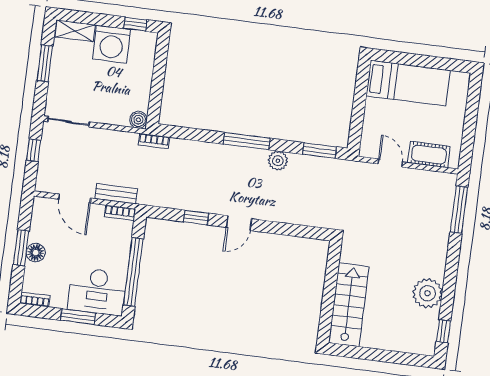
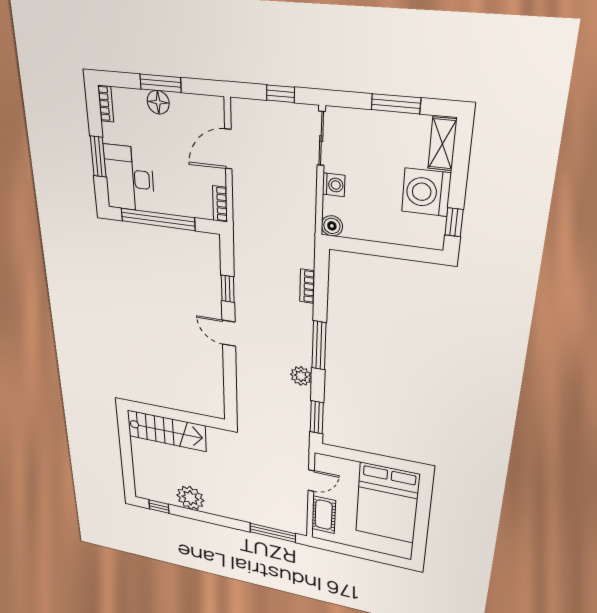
bed: (408, 83) -> (387, 503), width x1.50
washing machine: (105, 115) -> (334, 185), added
bookcase: (154, 141) -> (307, 286), moved
bench: (116, 194) -> (241, 199), removed

